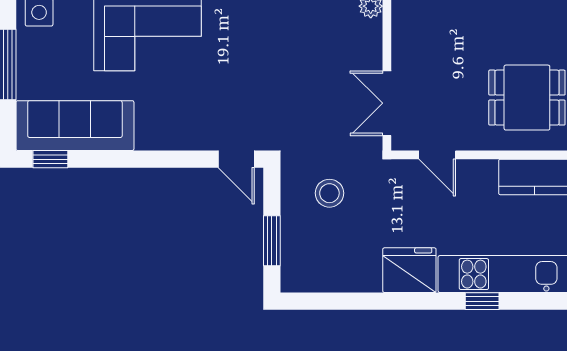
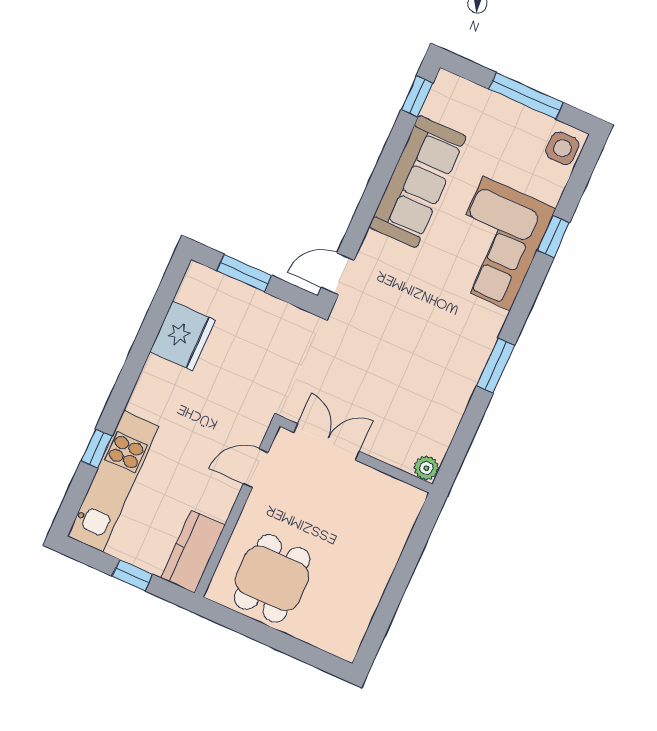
sofa: (75, 126) -> (417, 182), moved
stool: (329, 193) -> (265, 349), removed
fridge: (409, 270) -> (183, 336), moved

